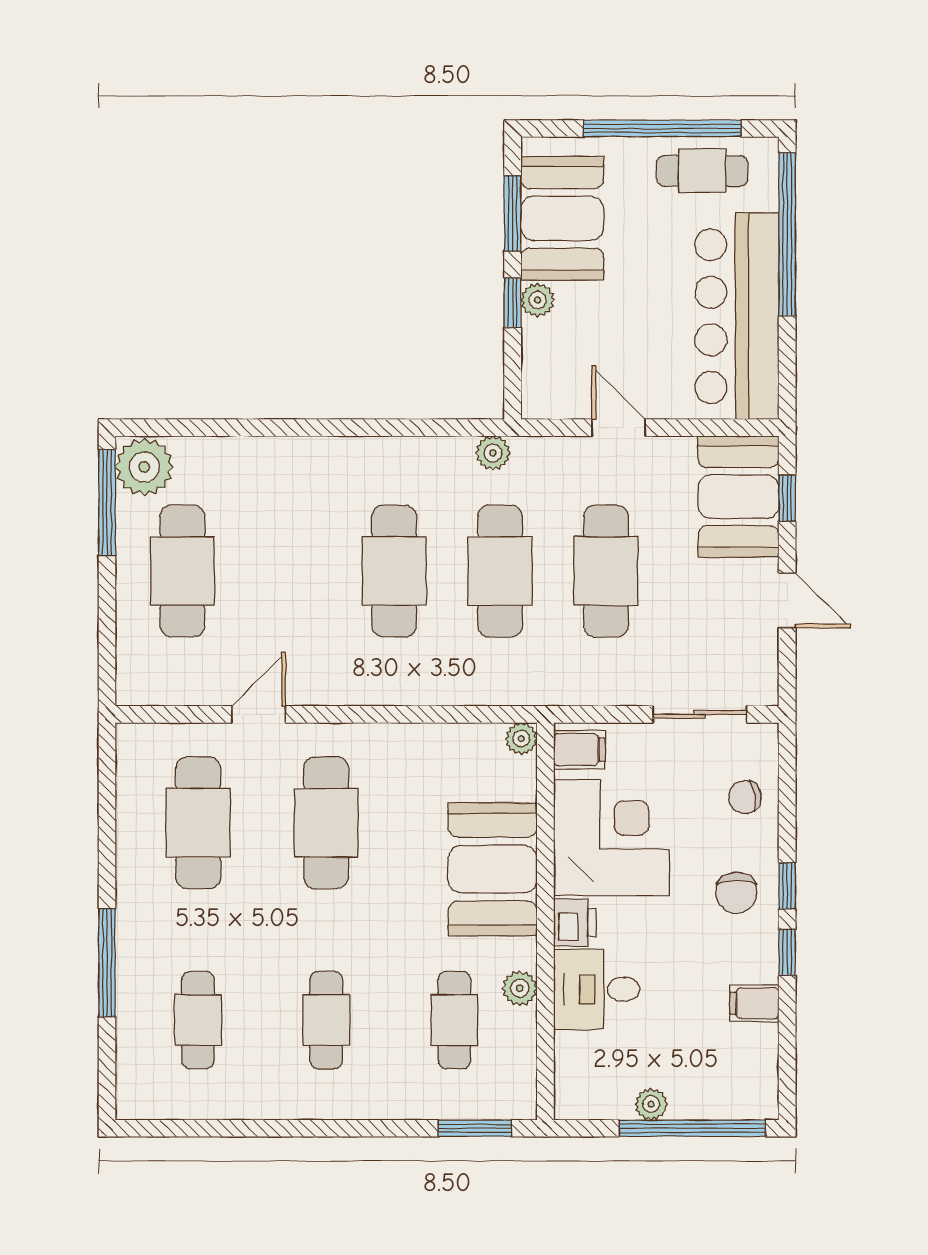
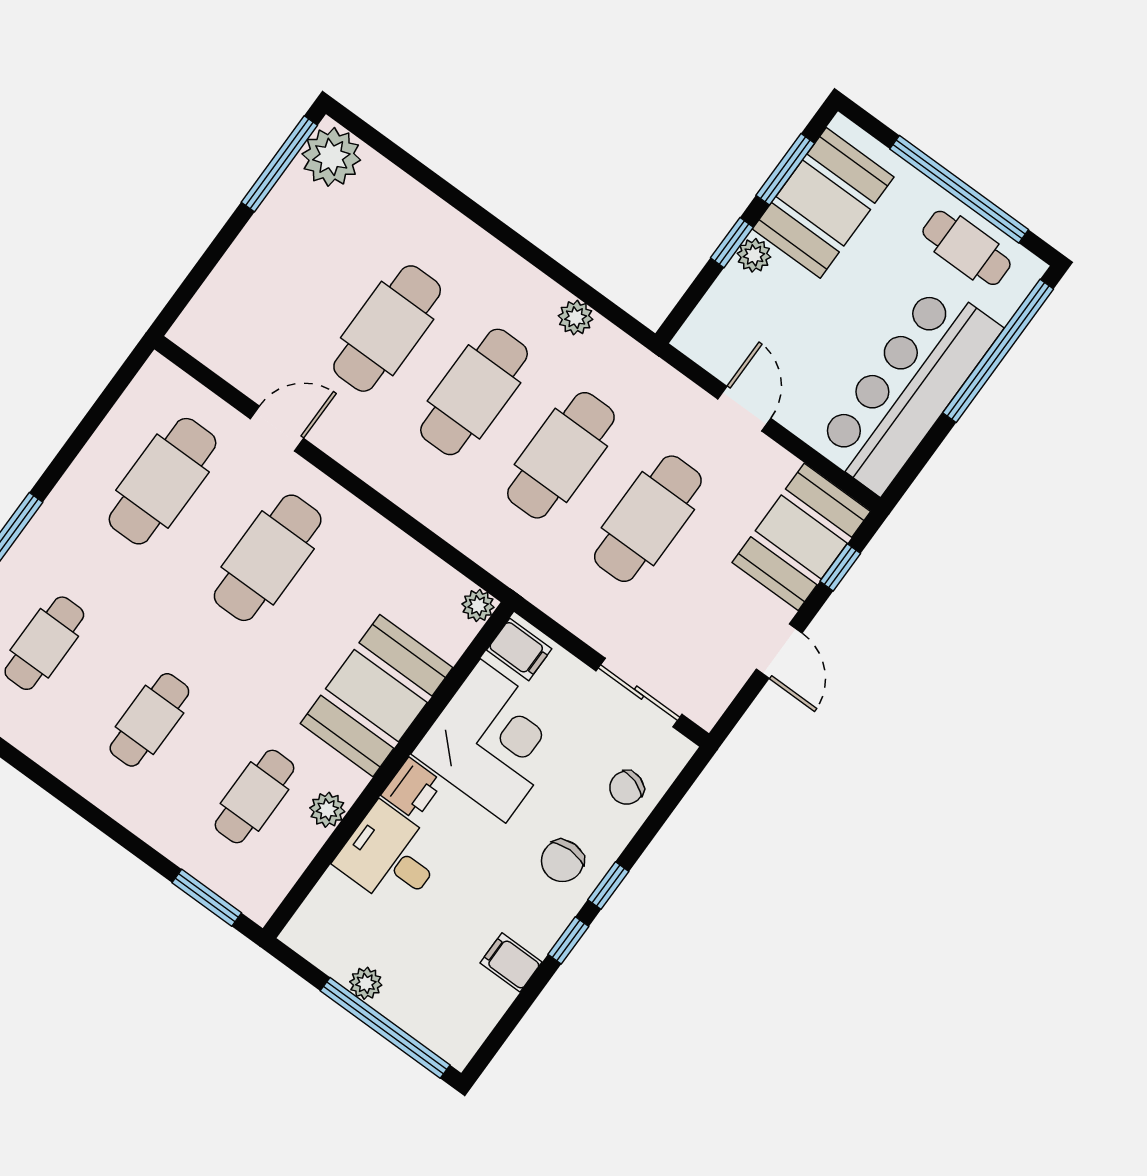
plant: (493, 453) -> (576, 318), moved
cafe table: (182, 571) -> (387, 329), moved
chair: (745, 797) -> (627, 788), turned -62

